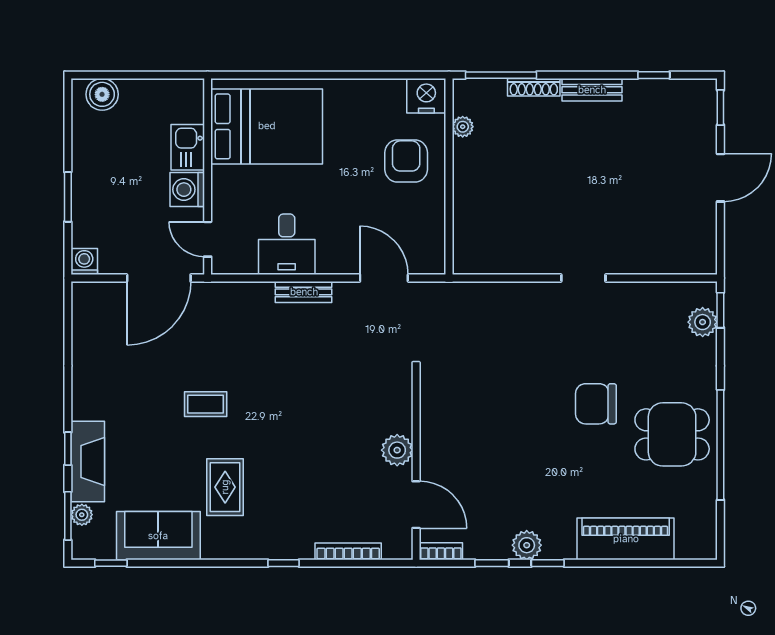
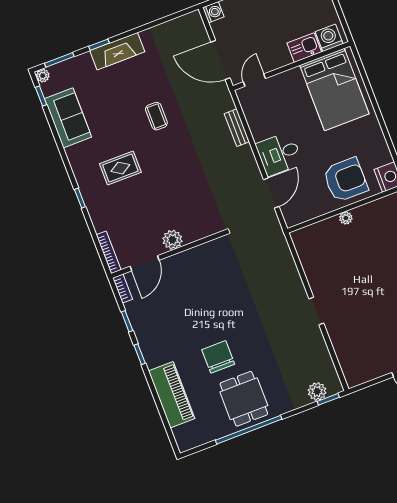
plant: (463, 127) -> (346, 218), moved
armchair: (406, 161) -> (345, 180), width x1.36, depth x1.36
washing machine: (187, 190) -> (329, 38), moved
desk: (287, 244) -> (279, 154), moved
bench: (304, 292) -> (237, 128), moved
chair: (596, 404) -> (218, 357), moved
fireplace: (88, 462) -> (117, 51), moved
rug: (225, 487) -> (120, 168), moved
plant: (82, 515) -> (43, 76), moved
plant: (527, 545) -> (146, 338), removed
bookcase: (348, 551) -> (109, 252), moved

